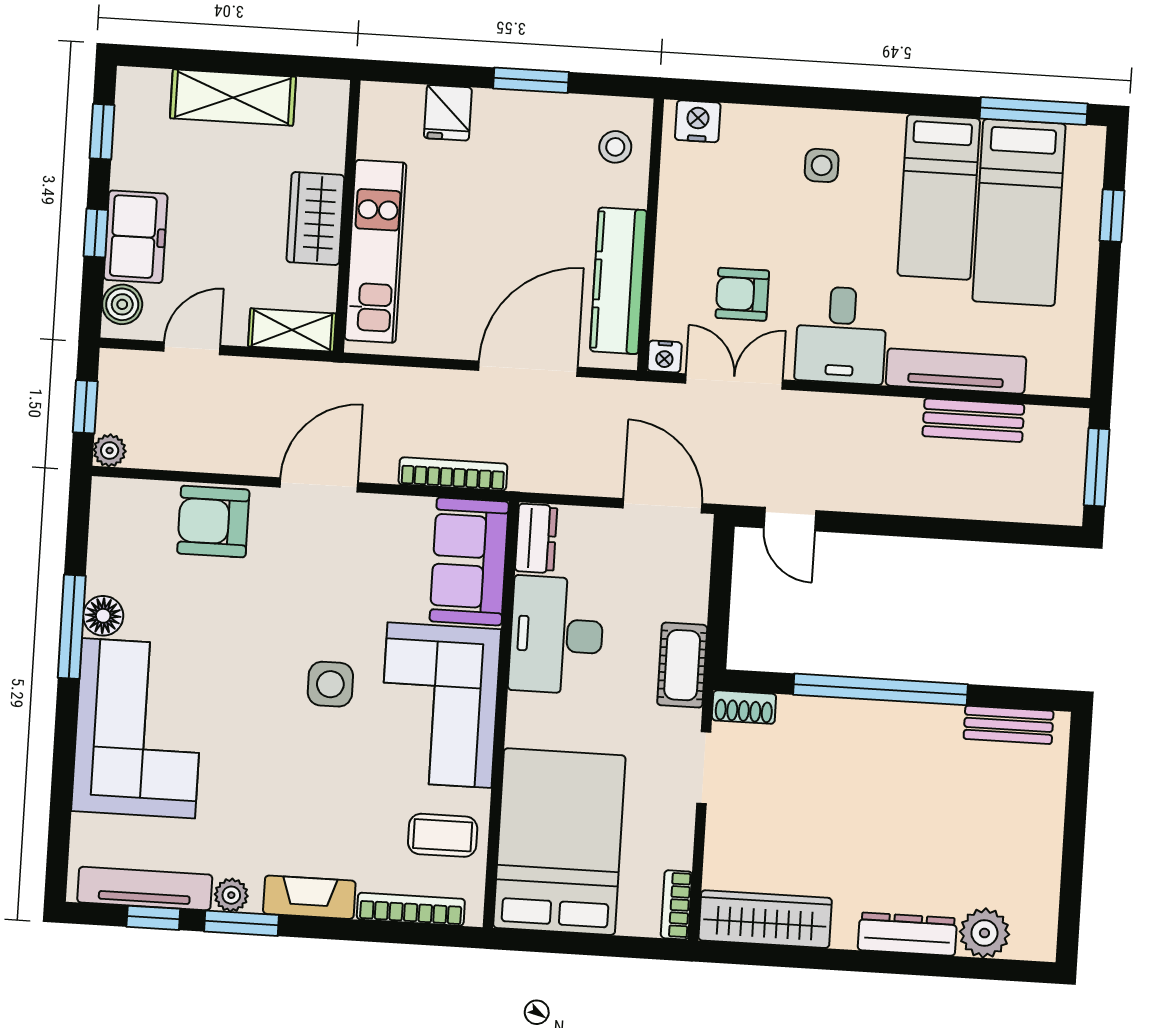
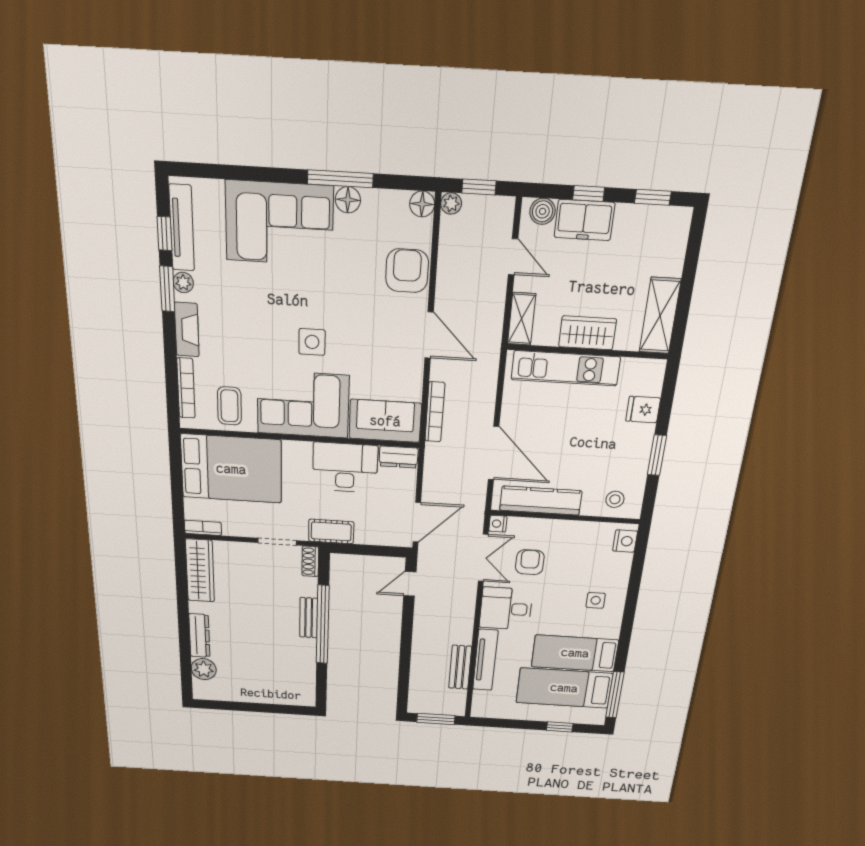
shelving: (233, 97) -> (660, 316), moved
floor lamp: (110, 497) -> (422, 204), added
bench: (1009, 725) -> (309, 618), moved

